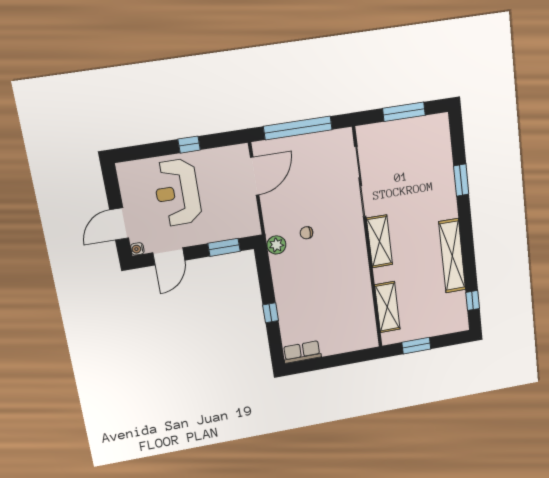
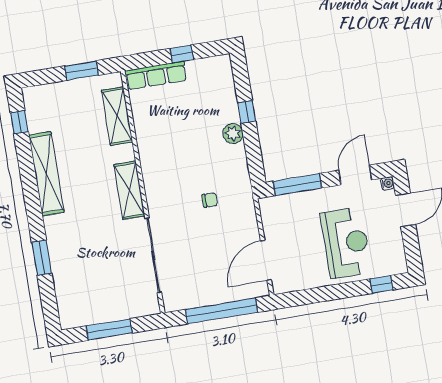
window: (189, 145) -> (382, 284), moved
plant: (276, 245) -> (233, 134), moved
window: (224, 247) -> (297, 185), width x1.44
row of seats: (302, 352) -> (156, 75), moved, width x1.48
window: (328, 362) -> (182, 54), added

